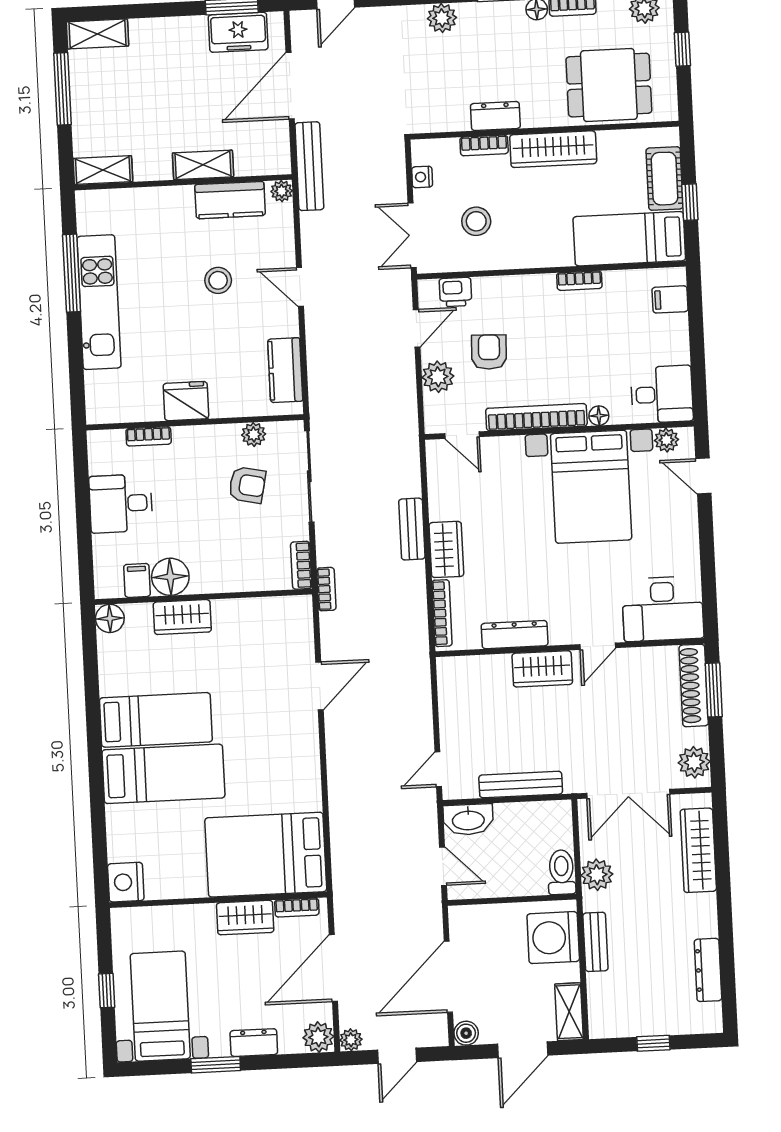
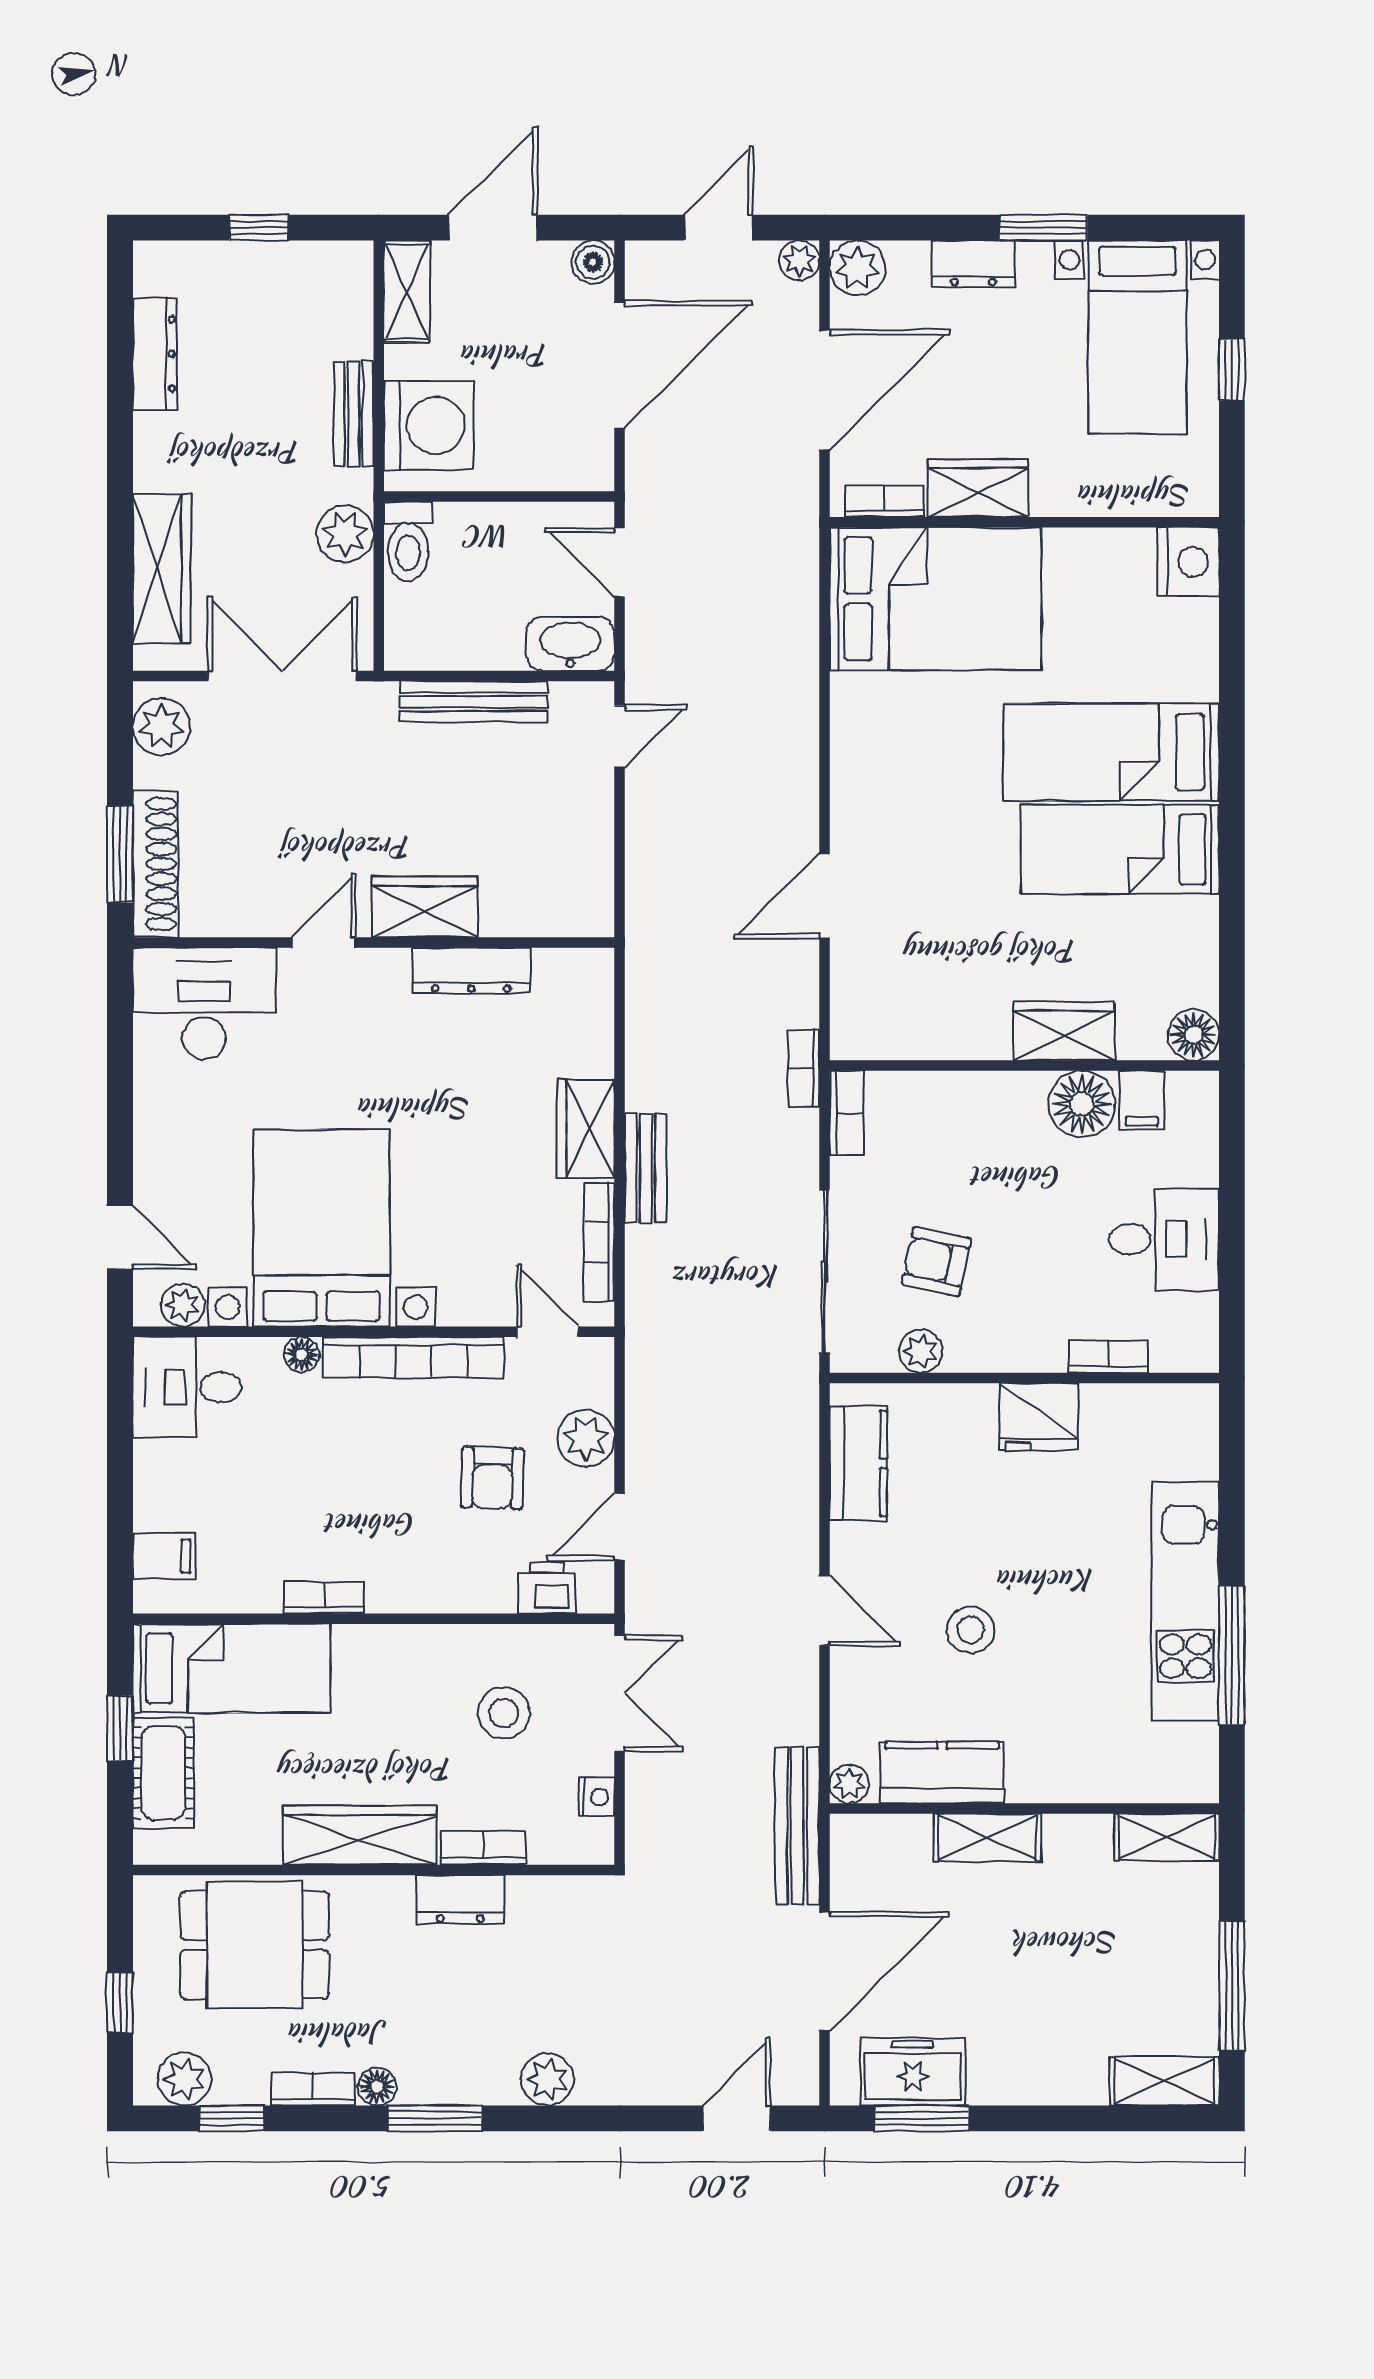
bookcase: (442, 613) -> (599, 1242), moved

